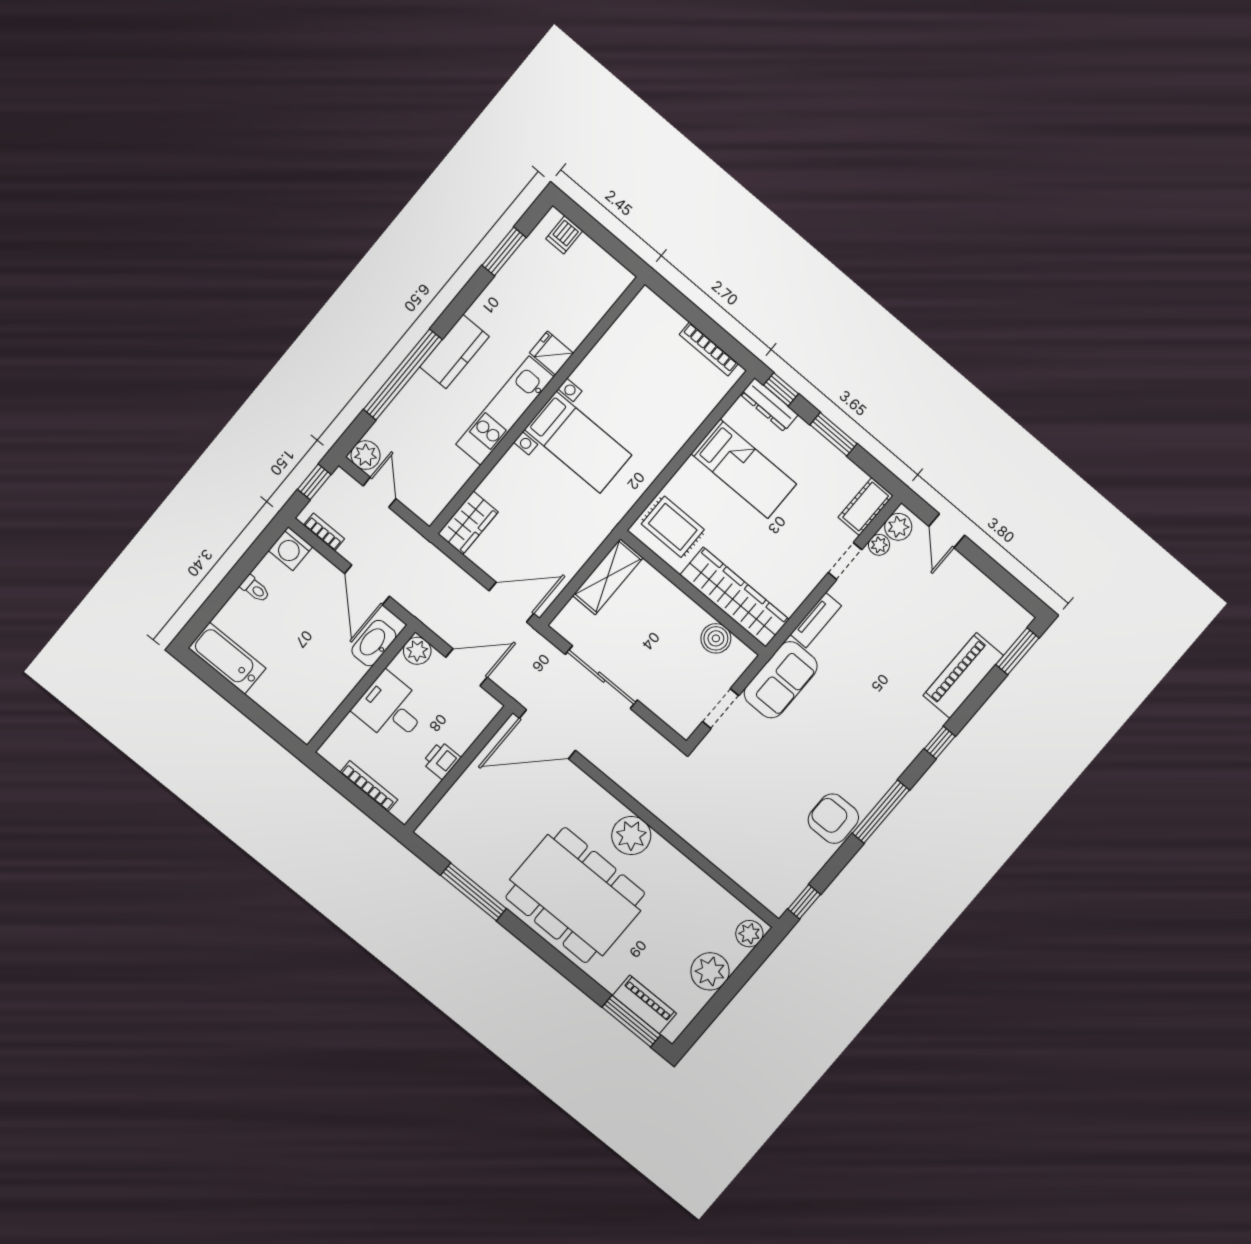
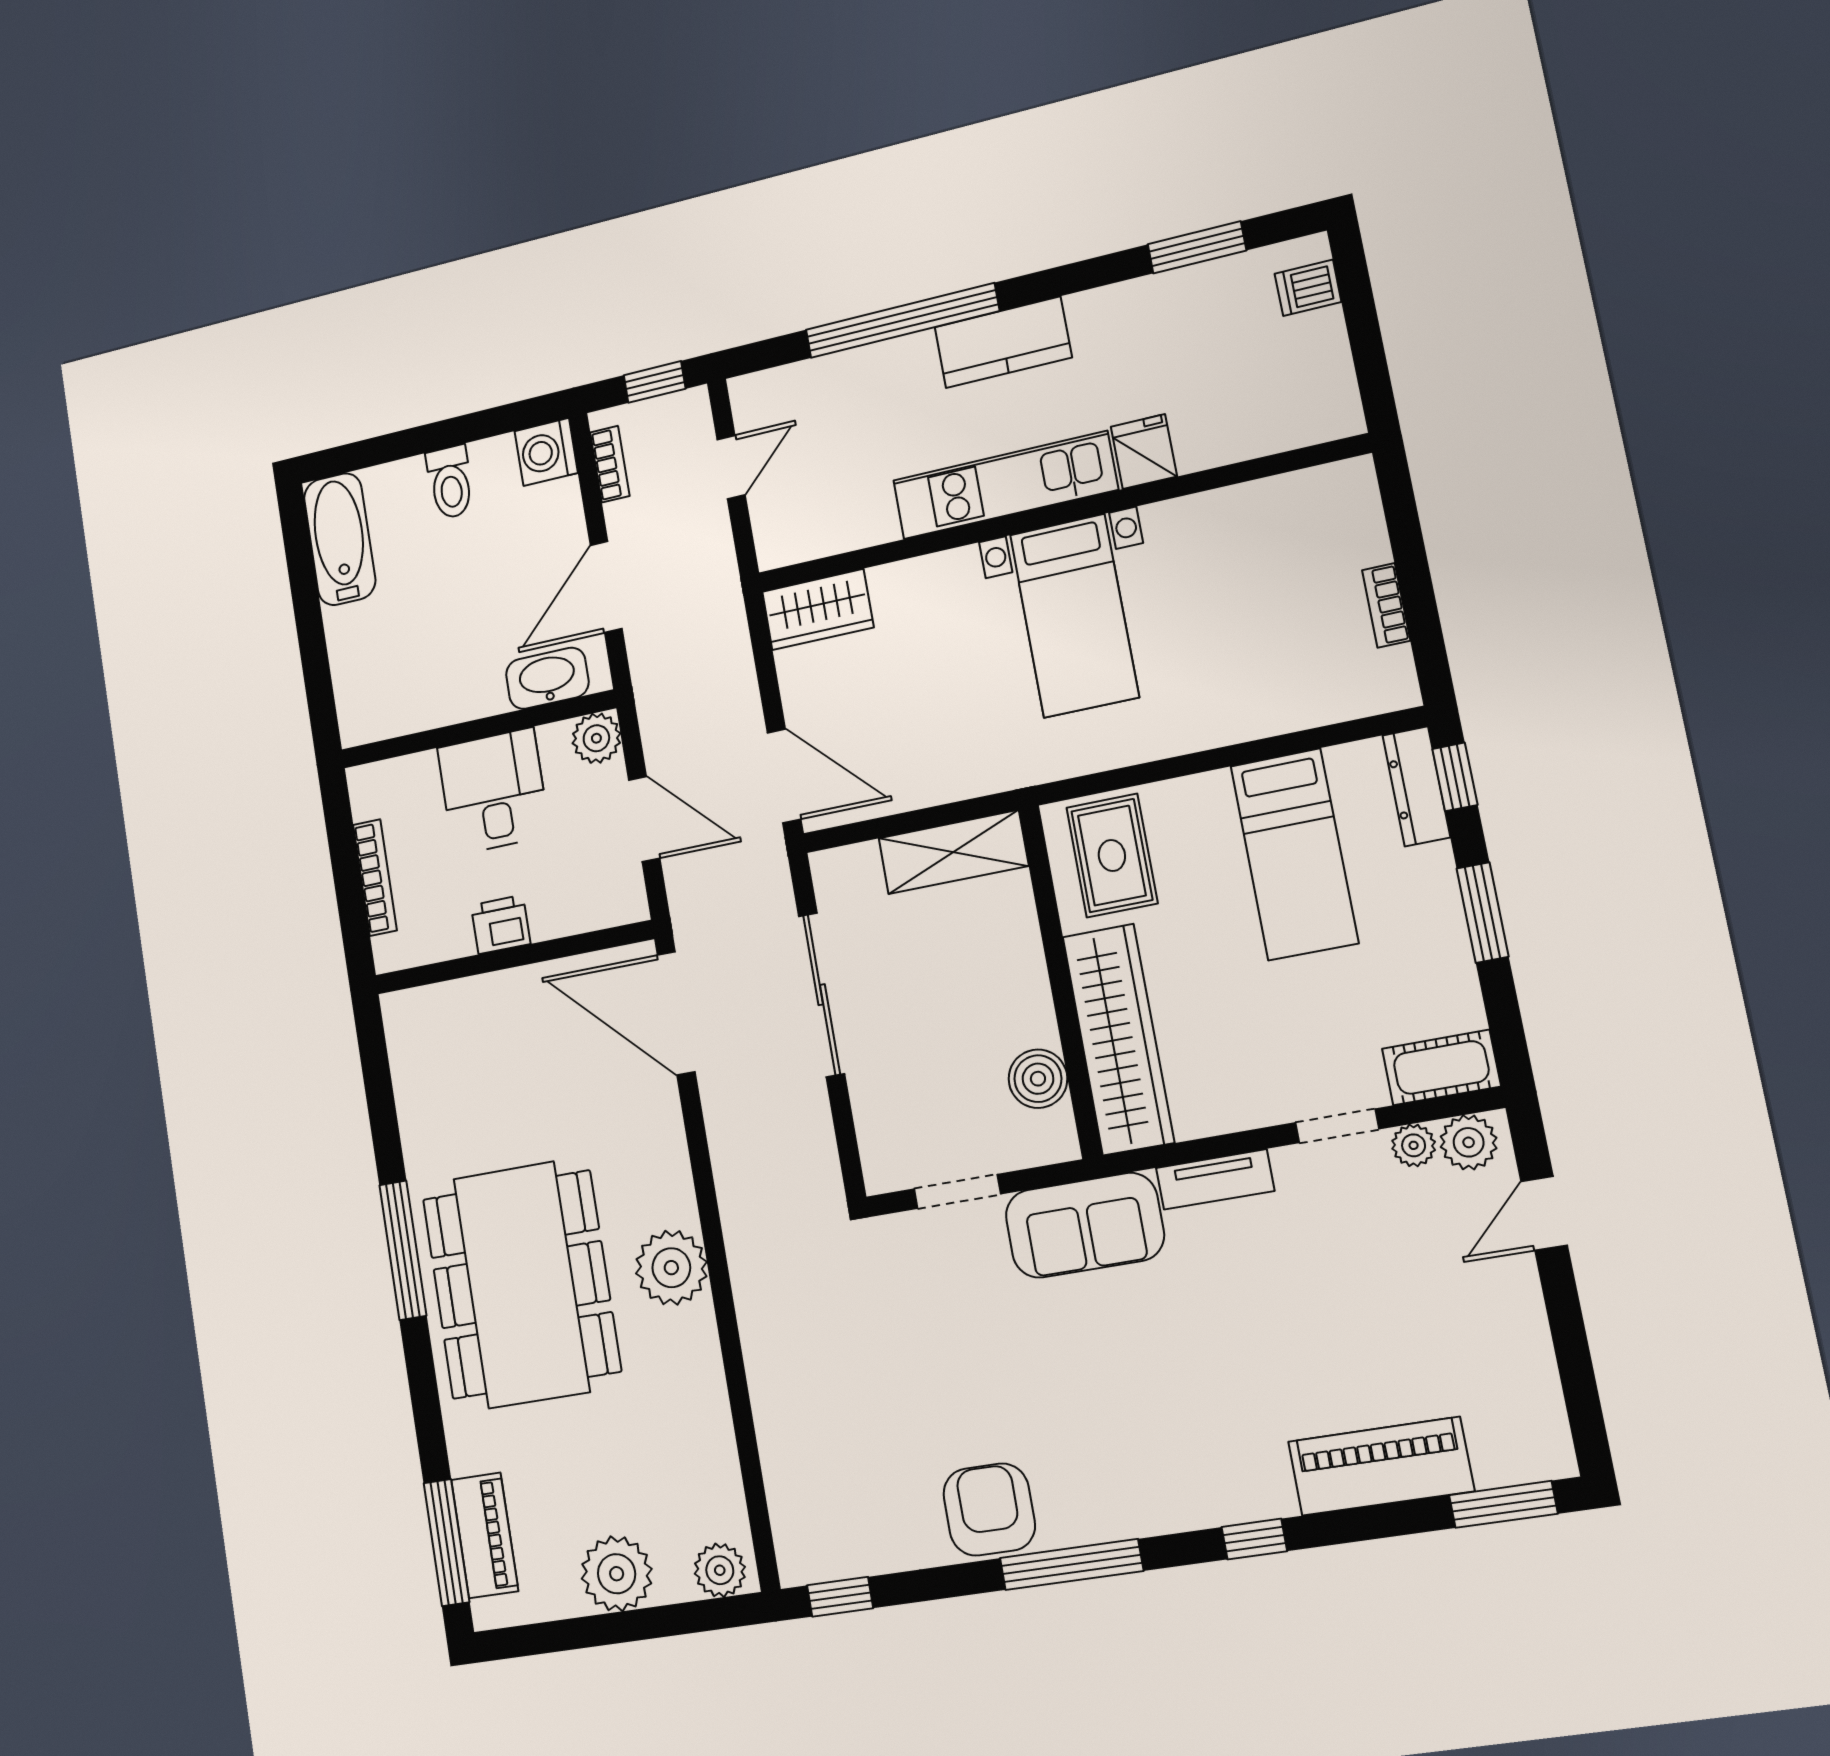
bookcase: (709, 349) -> (1386, 605), width x0.64
plant: (366, 455) -> (755, 398), removed
toilet: (255, 589) -> (450, 482), width x1.37, depth x1.39
window: (473, 892) -> (403, 1250), moved

